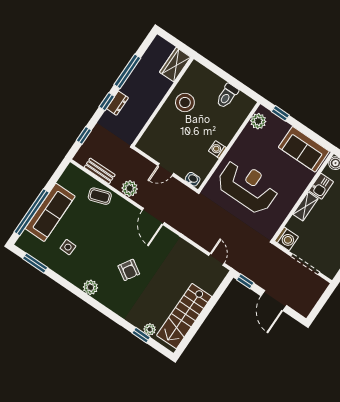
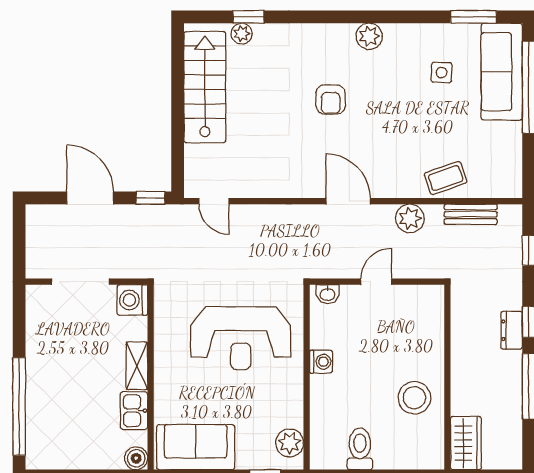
sofa: (50, 212) -> (502, 72), moved
armchair: (129, 270) -> (331, 99), turned -122

